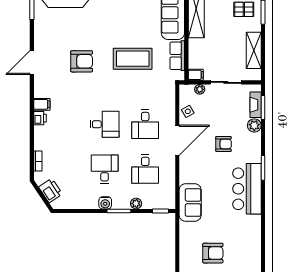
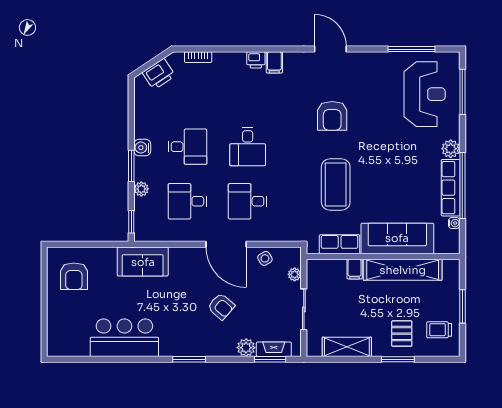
filing cabinet: (196, 75) -> (355, 269), moved
armchair: (224, 144) -> (221, 306), turned -49
bar counter: (247, 189) -> (124, 338), moved
armchair: (213, 253) -> (74, 276), moved

